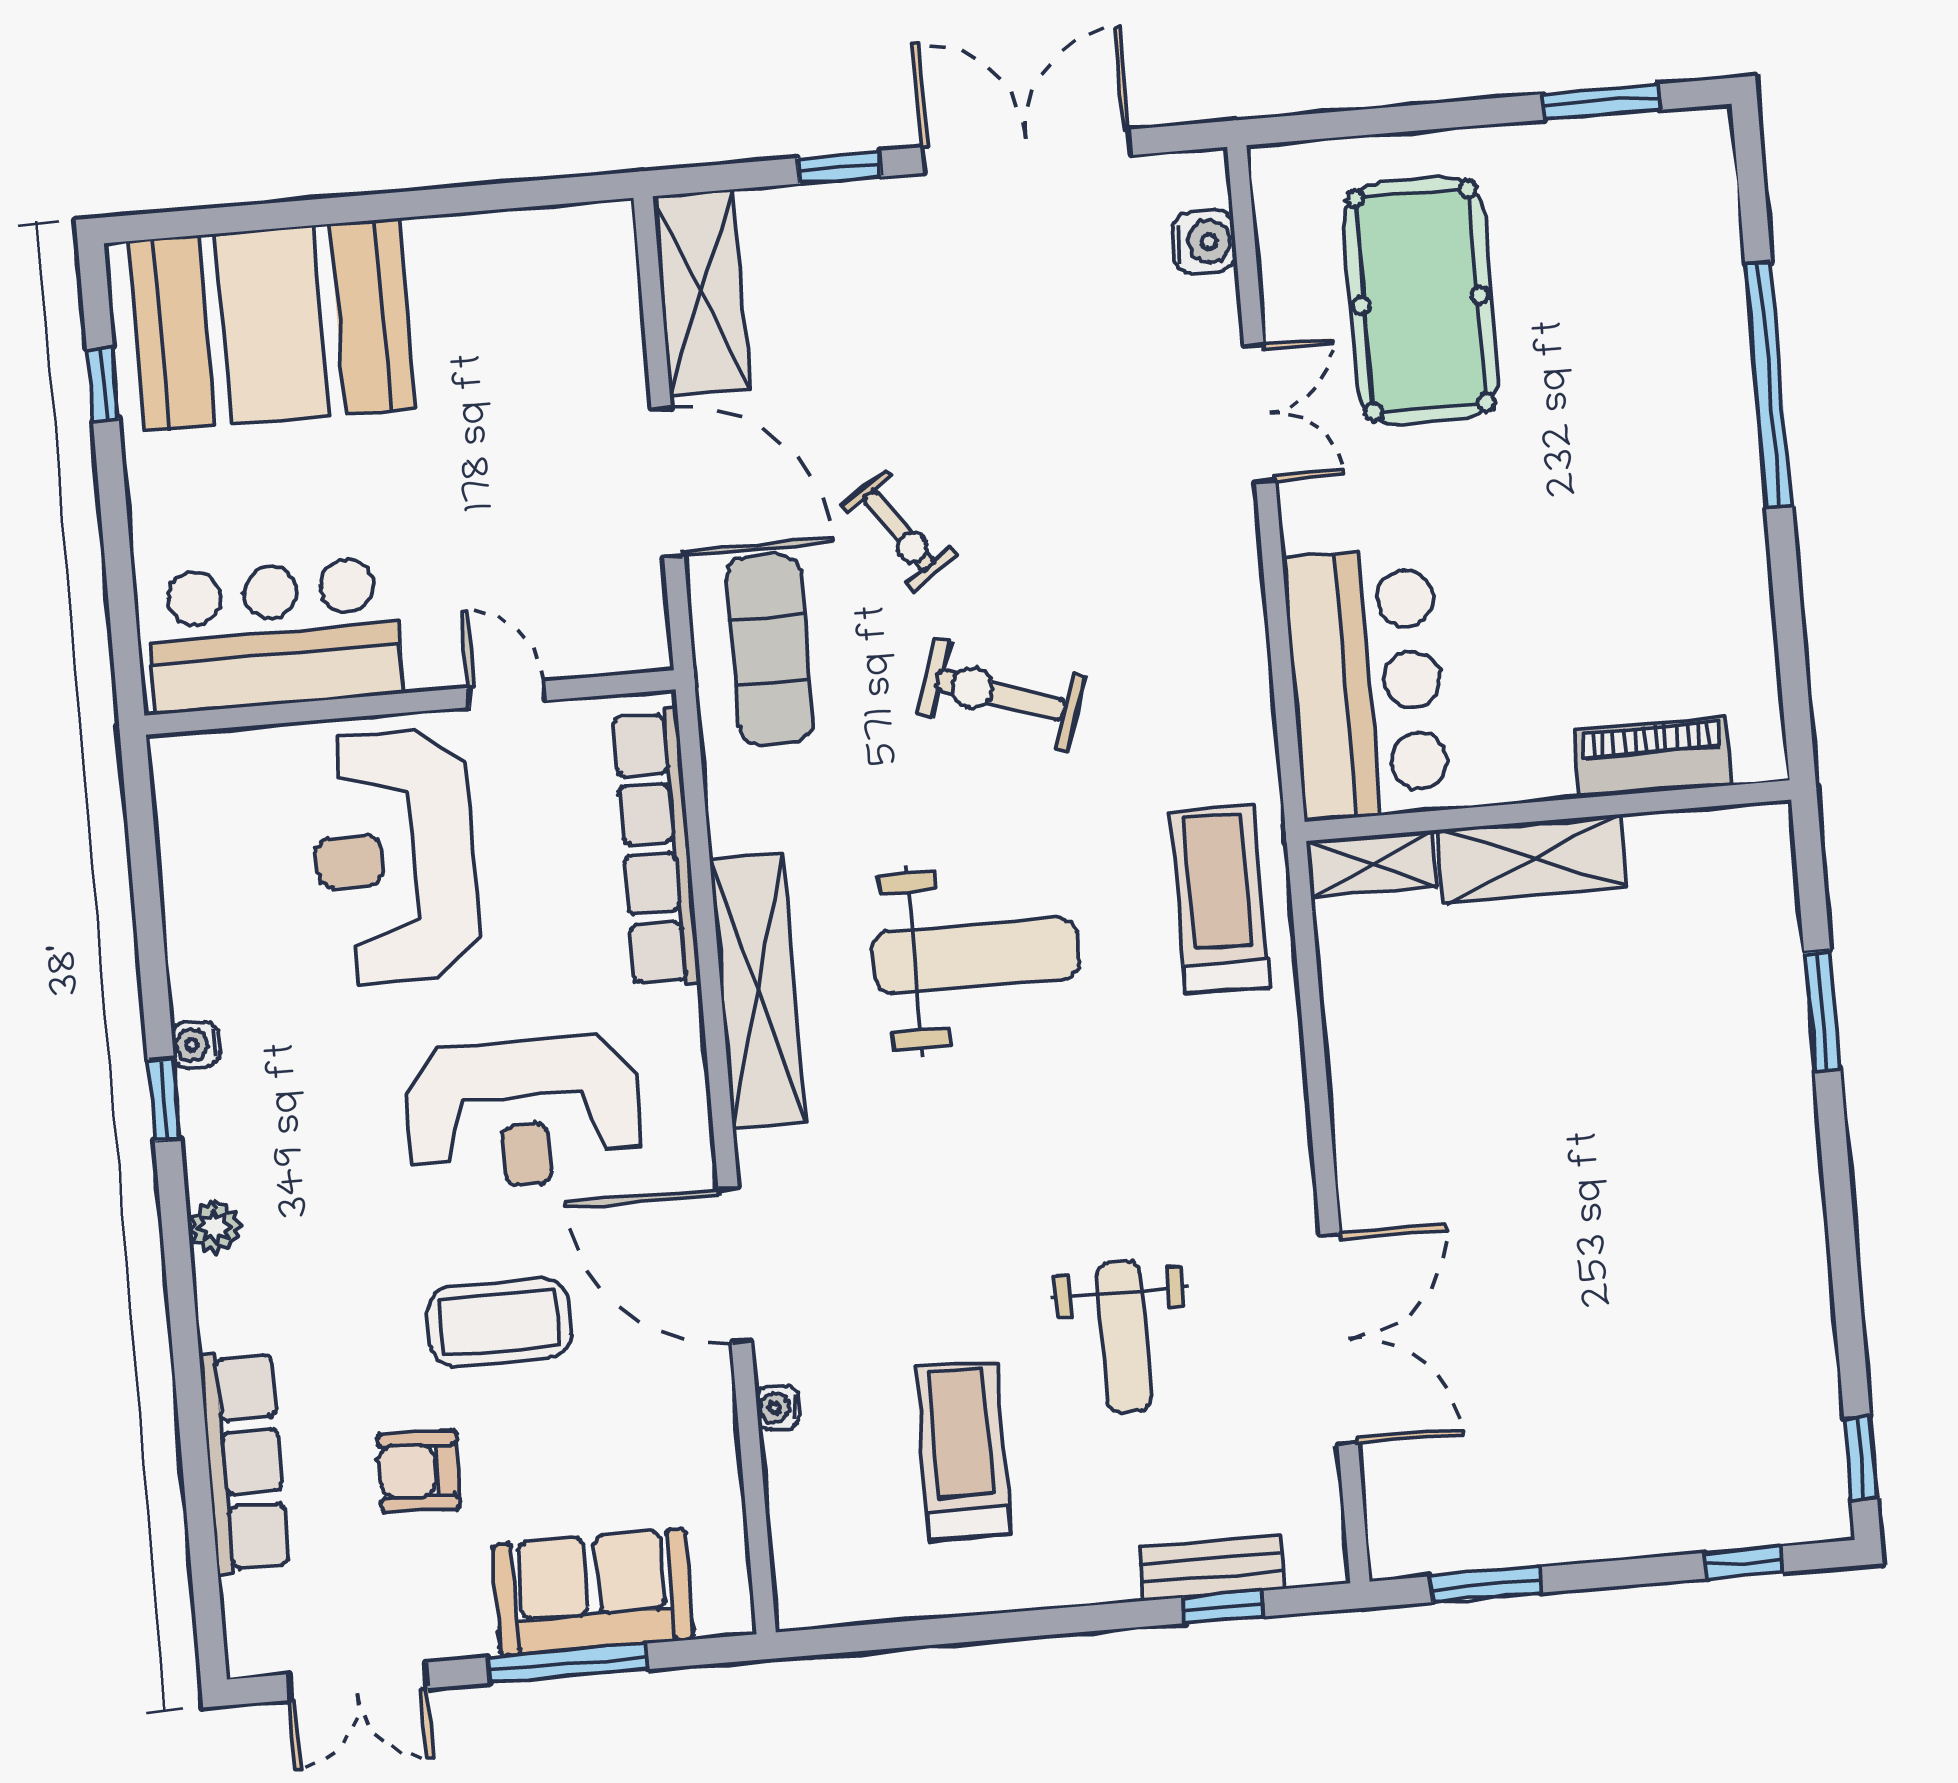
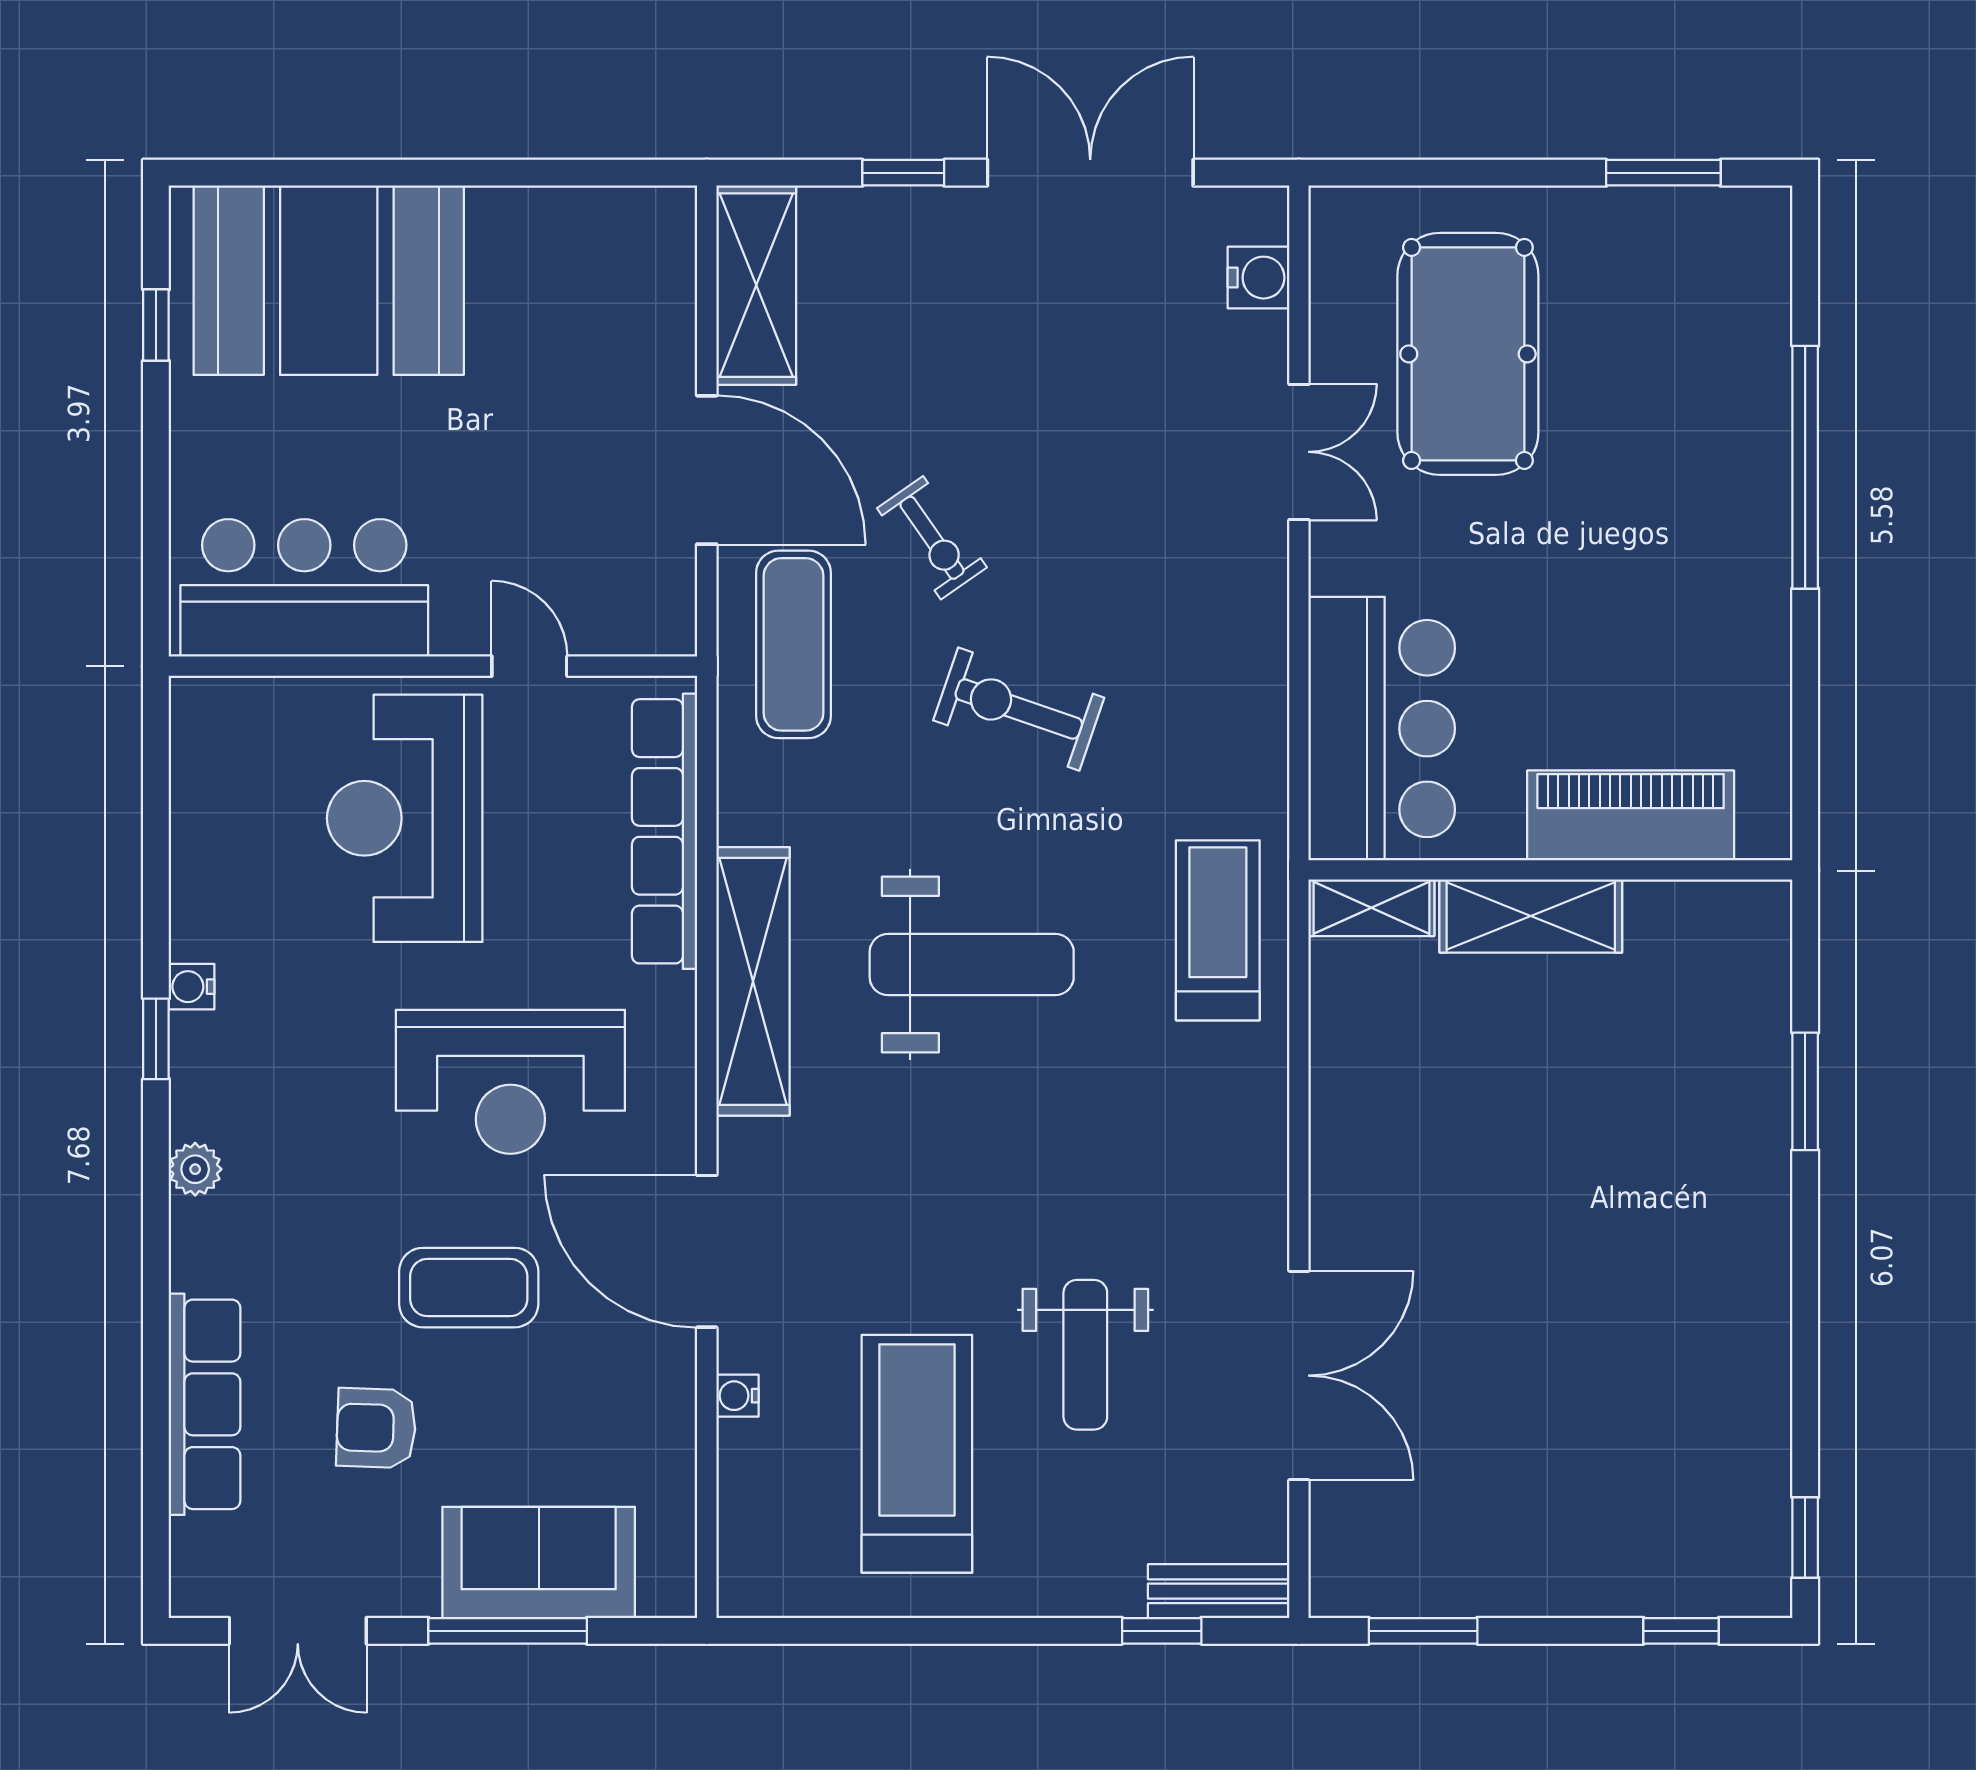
piano: (1652, 758) -> (1631, 815), width x1.37, depth x1.33
treadmill: (963, 1451) -> (917, 1454), width x1.37, depth x1.38
bench: (1211, 1568) -> (1219, 1591), moved

